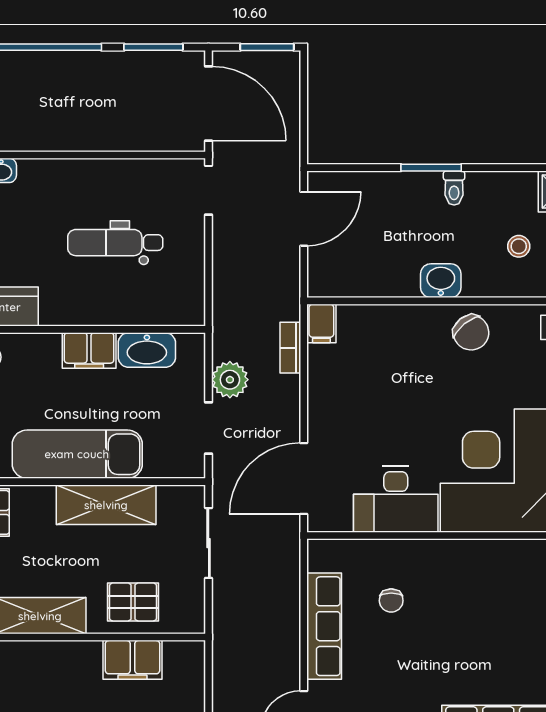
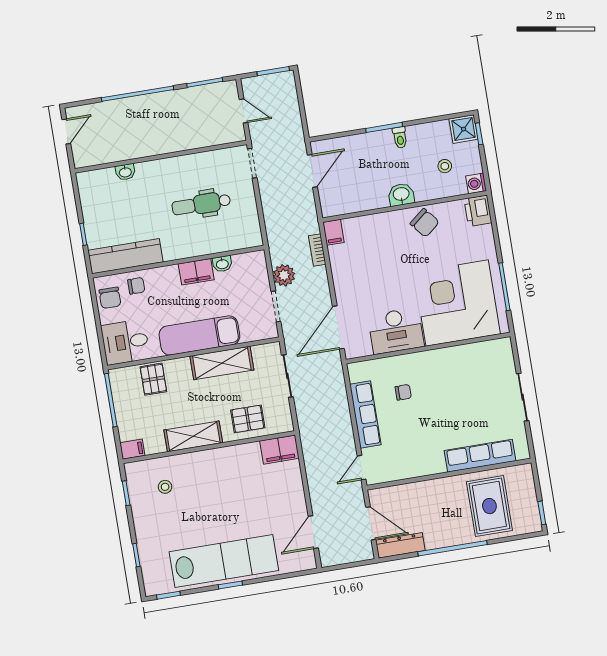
door: (209, 103) -> (244, 111), width x0.53
washbasin: (147, 350) -> (222, 264), width x0.52, depth x0.69
chair: (391, 601) -> (403, 392), turned -90
filing cabinet: (132, 660) -> (279, 450), moved

